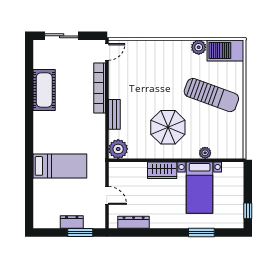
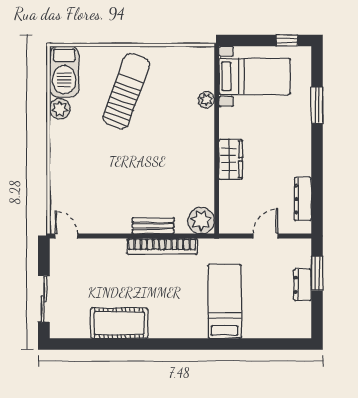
bookcase: (100, 88) -> (162, 246), moved
parasol: (168, 127) -> (171, 151), removed
bed with nightstands: (200, 188) -> (255, 76), moved

